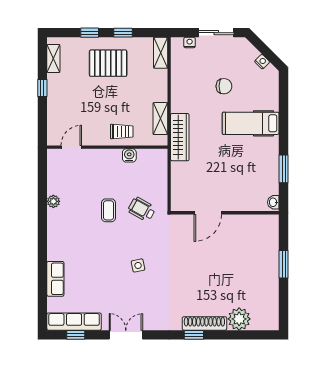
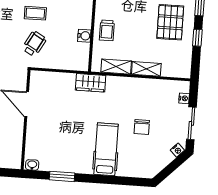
shelving: (161, 53) -> (146, 69), moved
nightstand: (262, 62) -> (177, 150), moved
wardrobe: (180, 137) -> (91, 83), width x0.67

